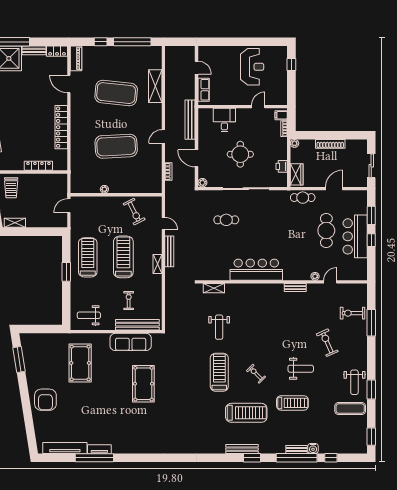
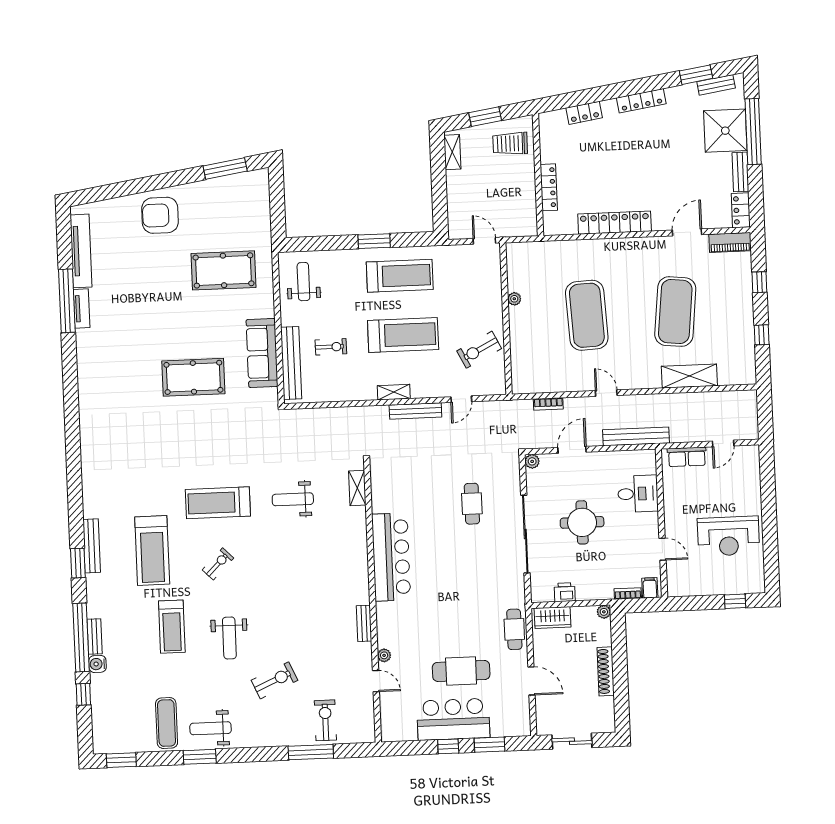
window: (132, 42) -> (762, 335), width x0.32
treadmill: (219, 372) -> (218, 503), turned 180

